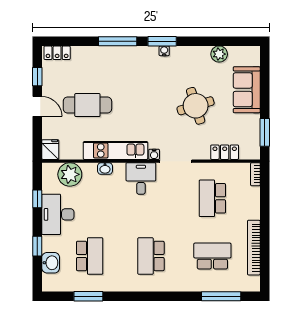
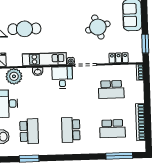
school desk: (212, 198) -> (111, 89), turned -90
school desk: (212, 256) -> (112, 129), turned 180

